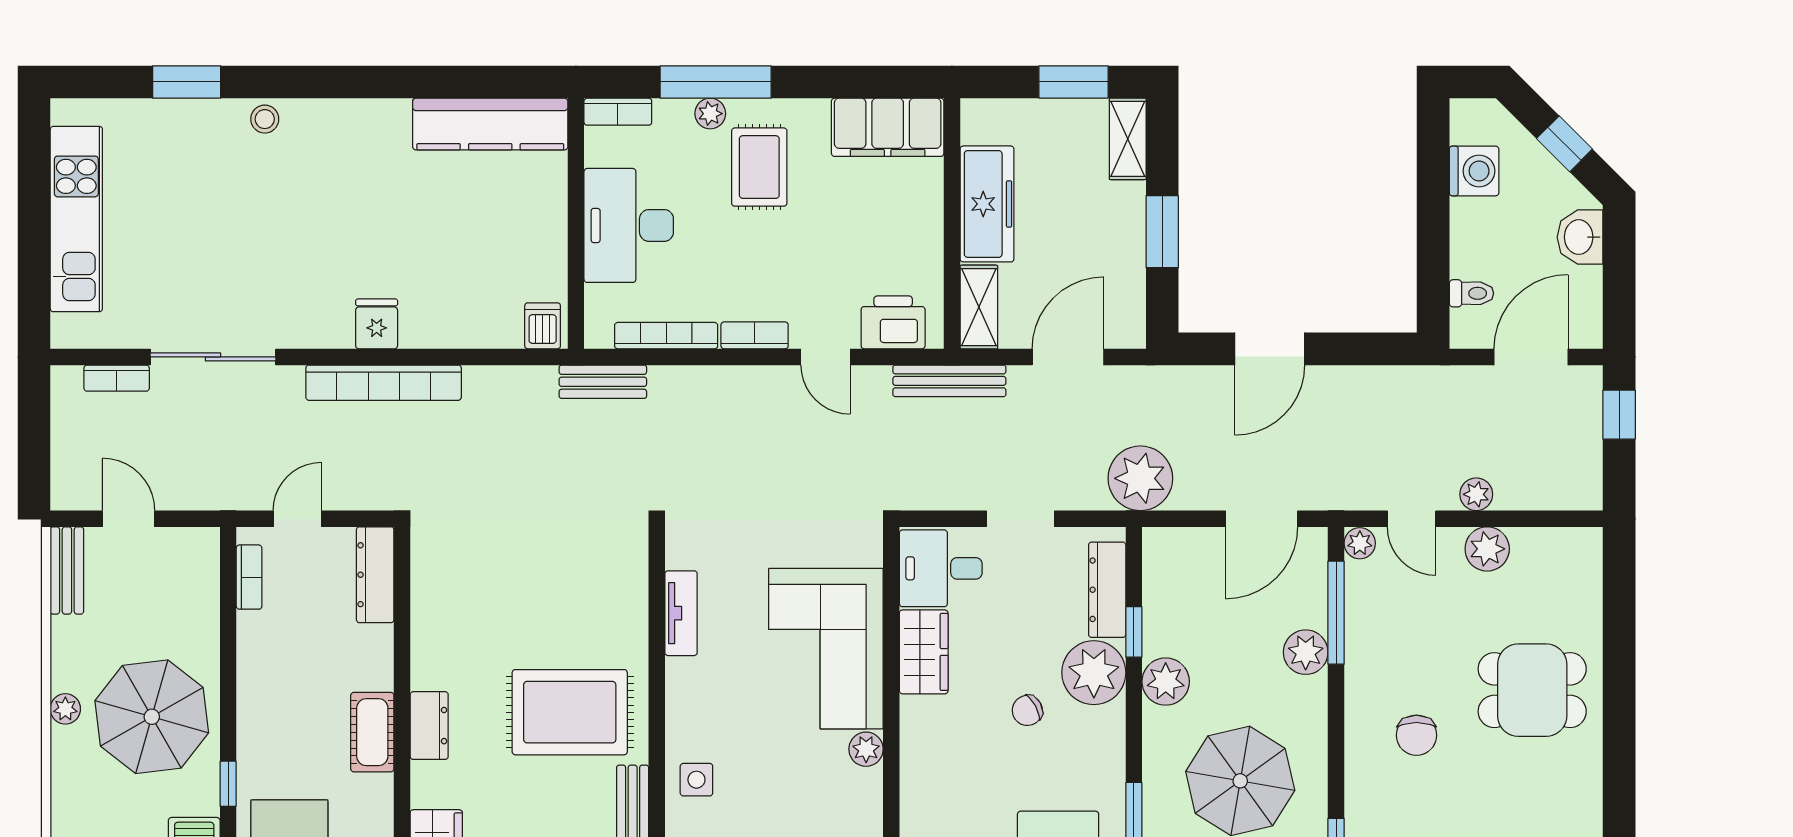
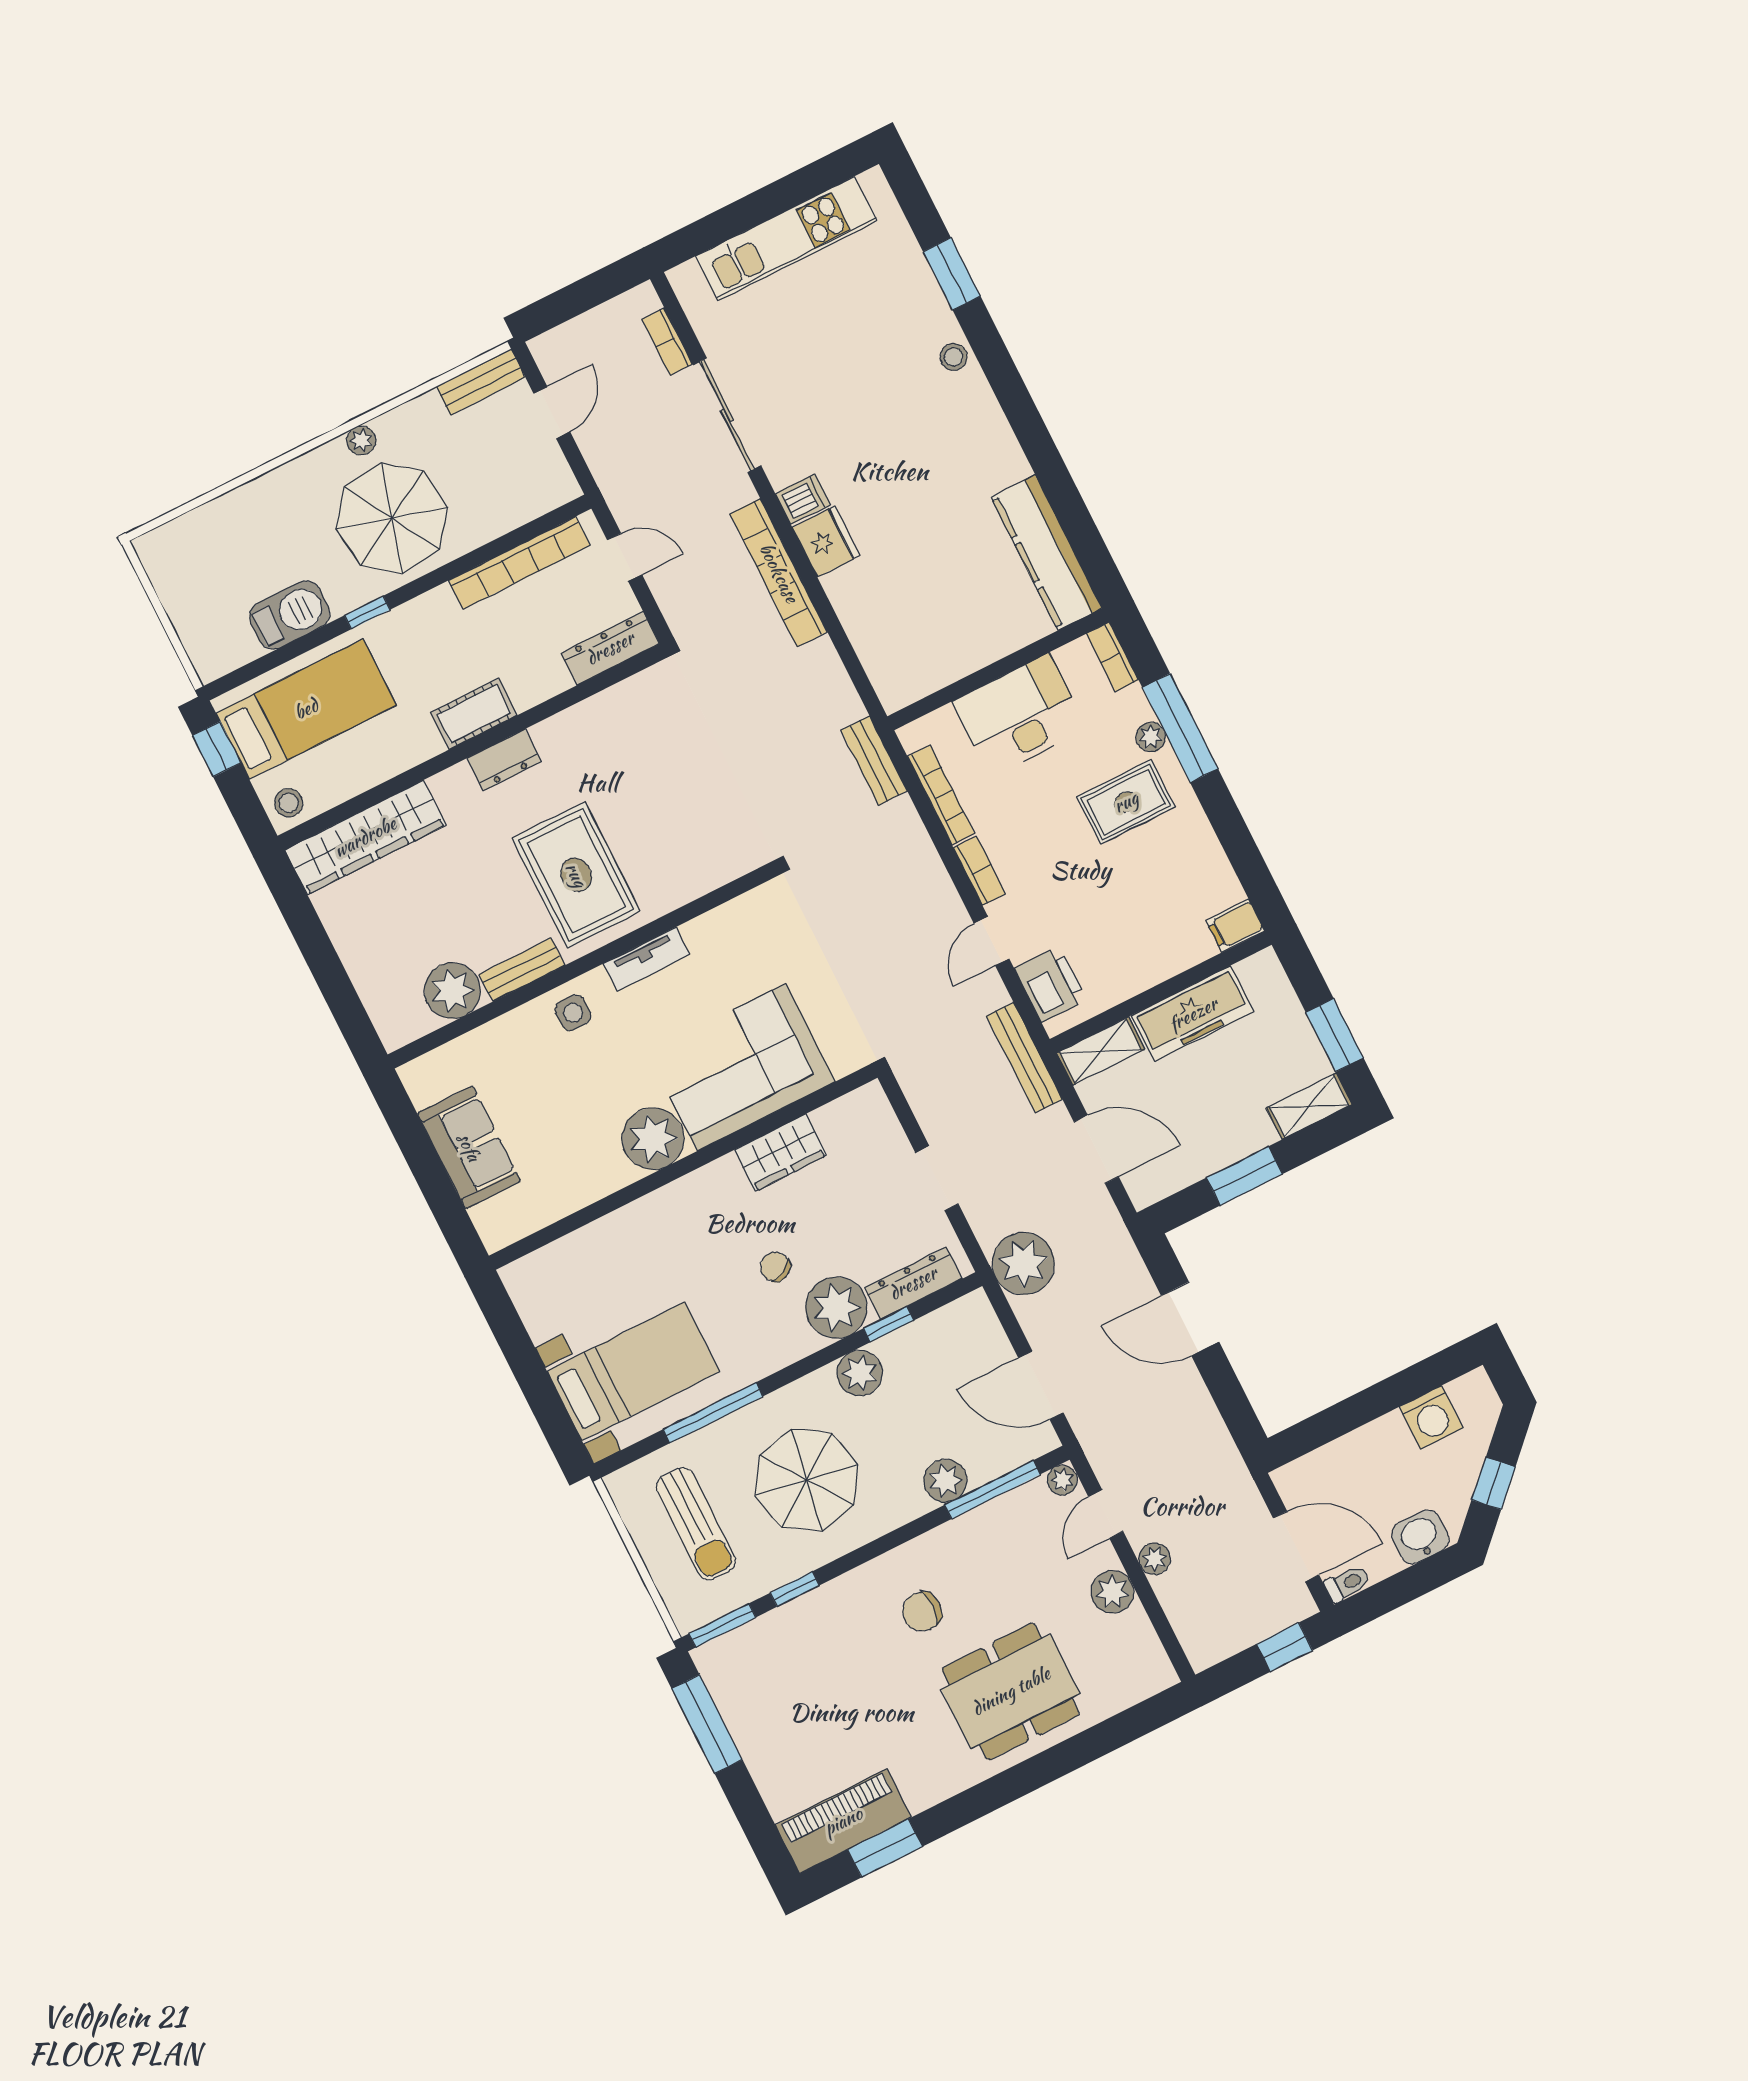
filing cabinet: (888, 127) -> (1235, 926), width x0.33, depth x0.86
toilet: (1471, 293) -> (1347, 1584), moved, turned -90
fridge: (377, 324) -> (826, 541), width x1.38
dishwasher: (543, 326) -> (803, 499), moved
desk: (941, 568) -> (860, 1131), removed
bookcase: (249, 577) -> (519, 563), width x2.31, depth x1.31
tv unit: (681, 613) -> (646, 959), moved
dining table: (1532, 690) -> (1011, 1691), width x1.38
plant: (866, 749) -> (653, 1139), width x1.87, depth x1.87

